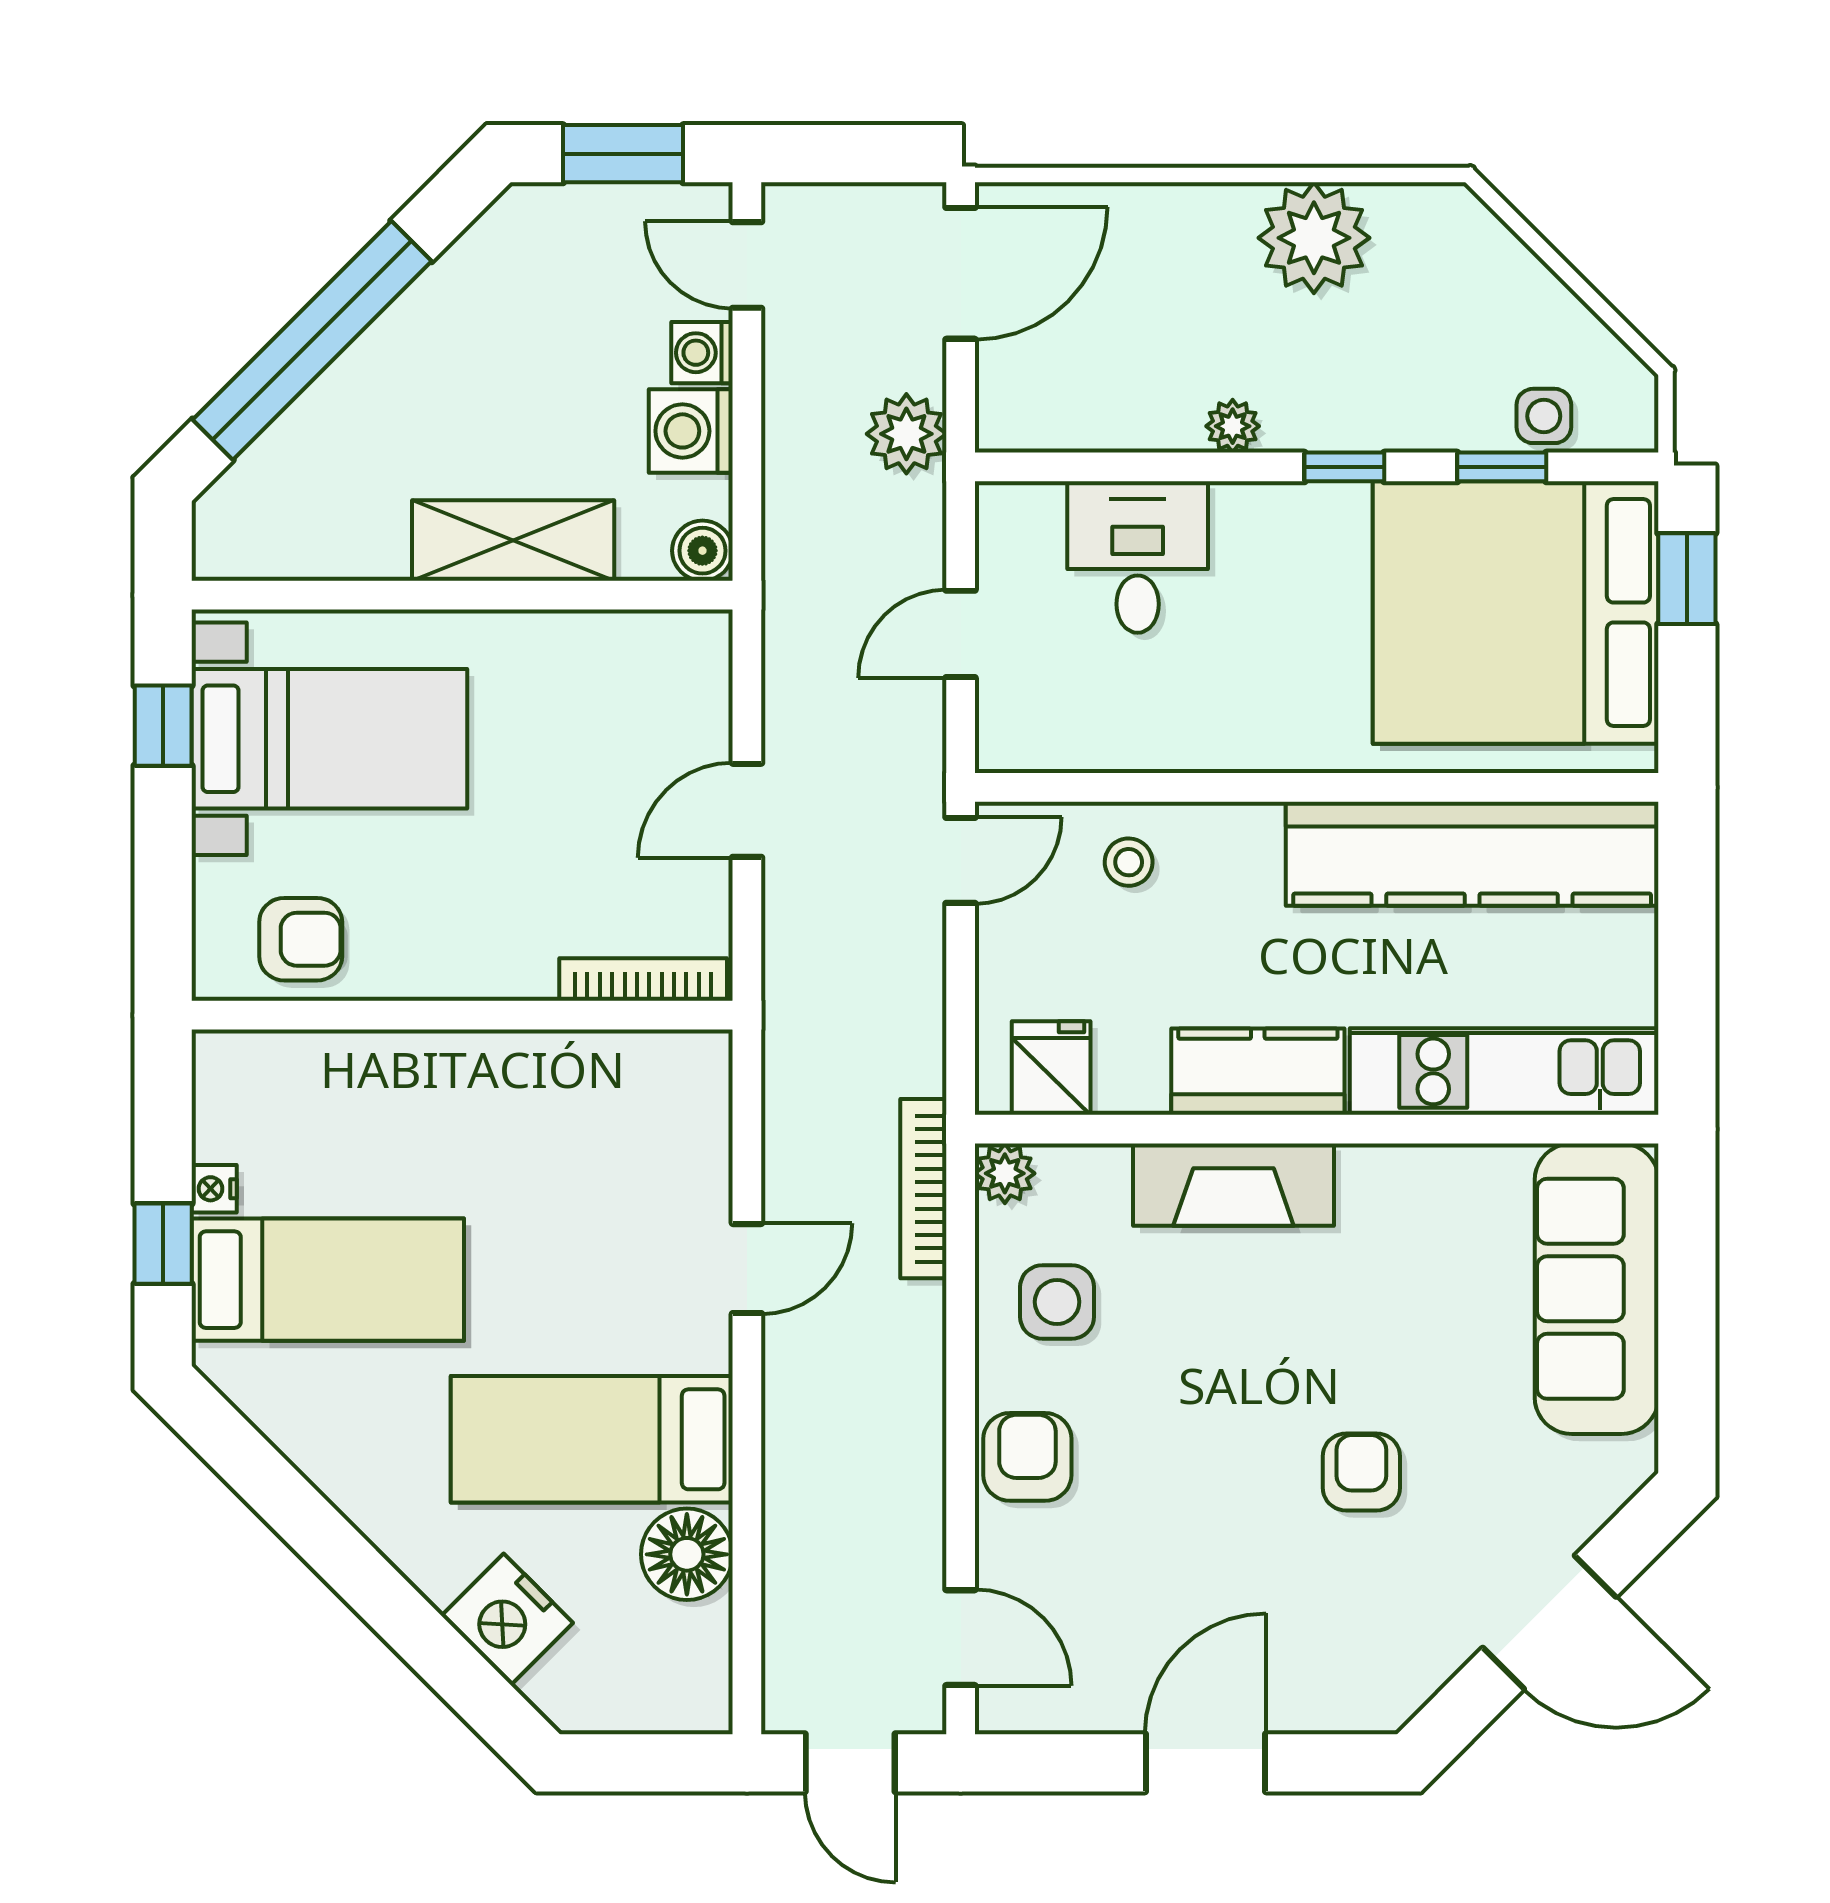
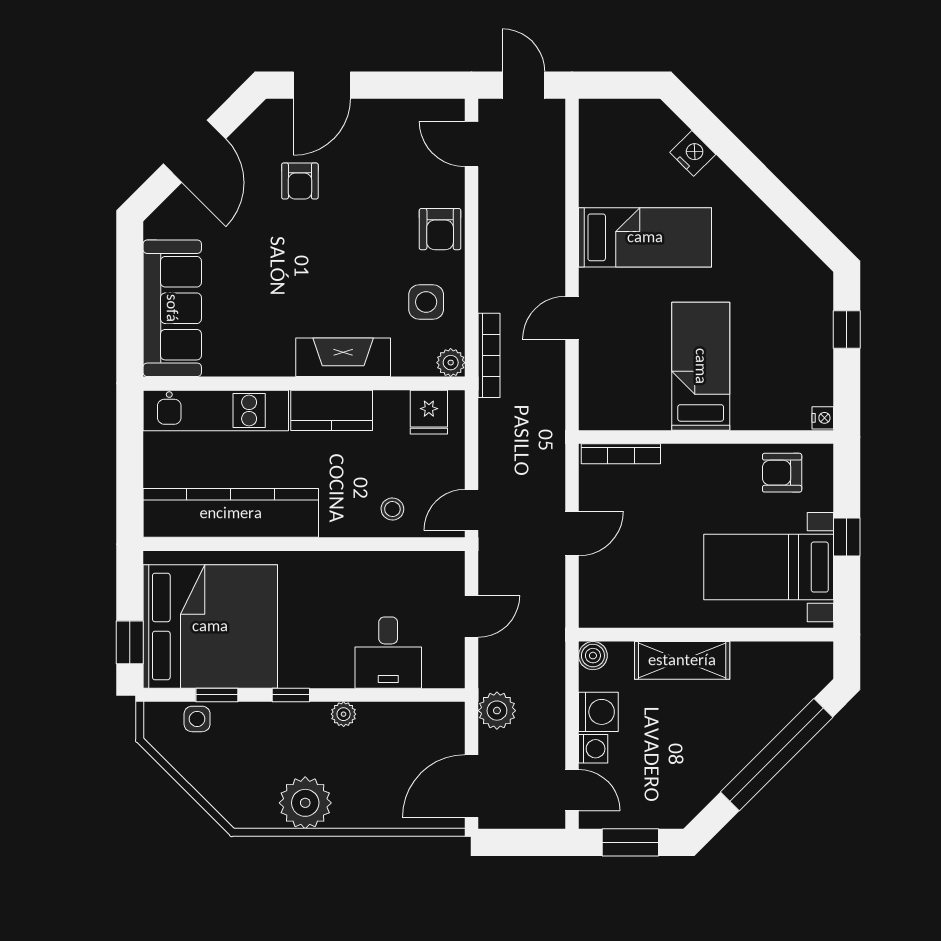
window: (163, 726) -> (847, 537), moved
nightstand: (214, 1189) -> (823, 418), moved
bed: (328, 1280) -> (701, 366), moved, turned 90
armchair: (1361, 1472) -> (300, 181), moved
floor lamp: (687, 1554) -> (600, 183), removed
nightstand: (507, 1619) -> (693, 153), width x0.74, depth x0.75
door: (1549, 1622) -> (194, 151), swing flipped
door: (1205, 1763) -> (322, 85), moved

